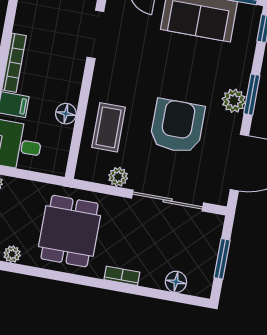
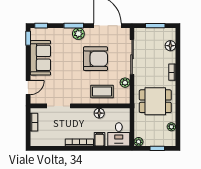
armchair: (177, 126) -> (96, 59), turned 180

